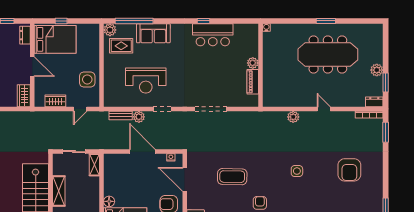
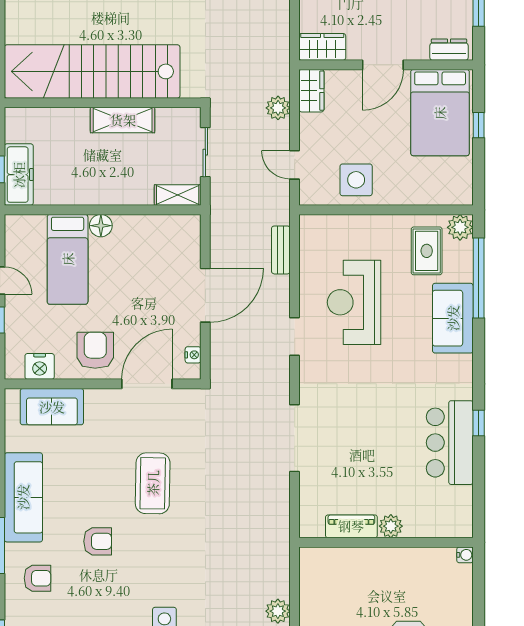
wardrobe: (55, 101) -> (311, 91), moved
plant: (139, 117) -> (278, 108), moved

